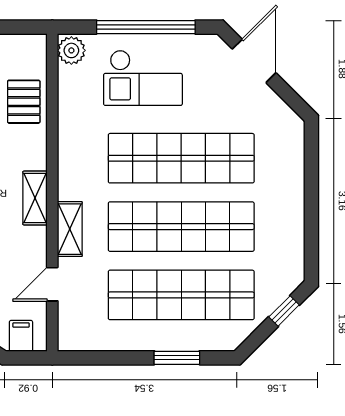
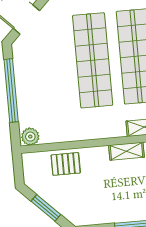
checkout: (143, 78) -> (44, 89), removed

